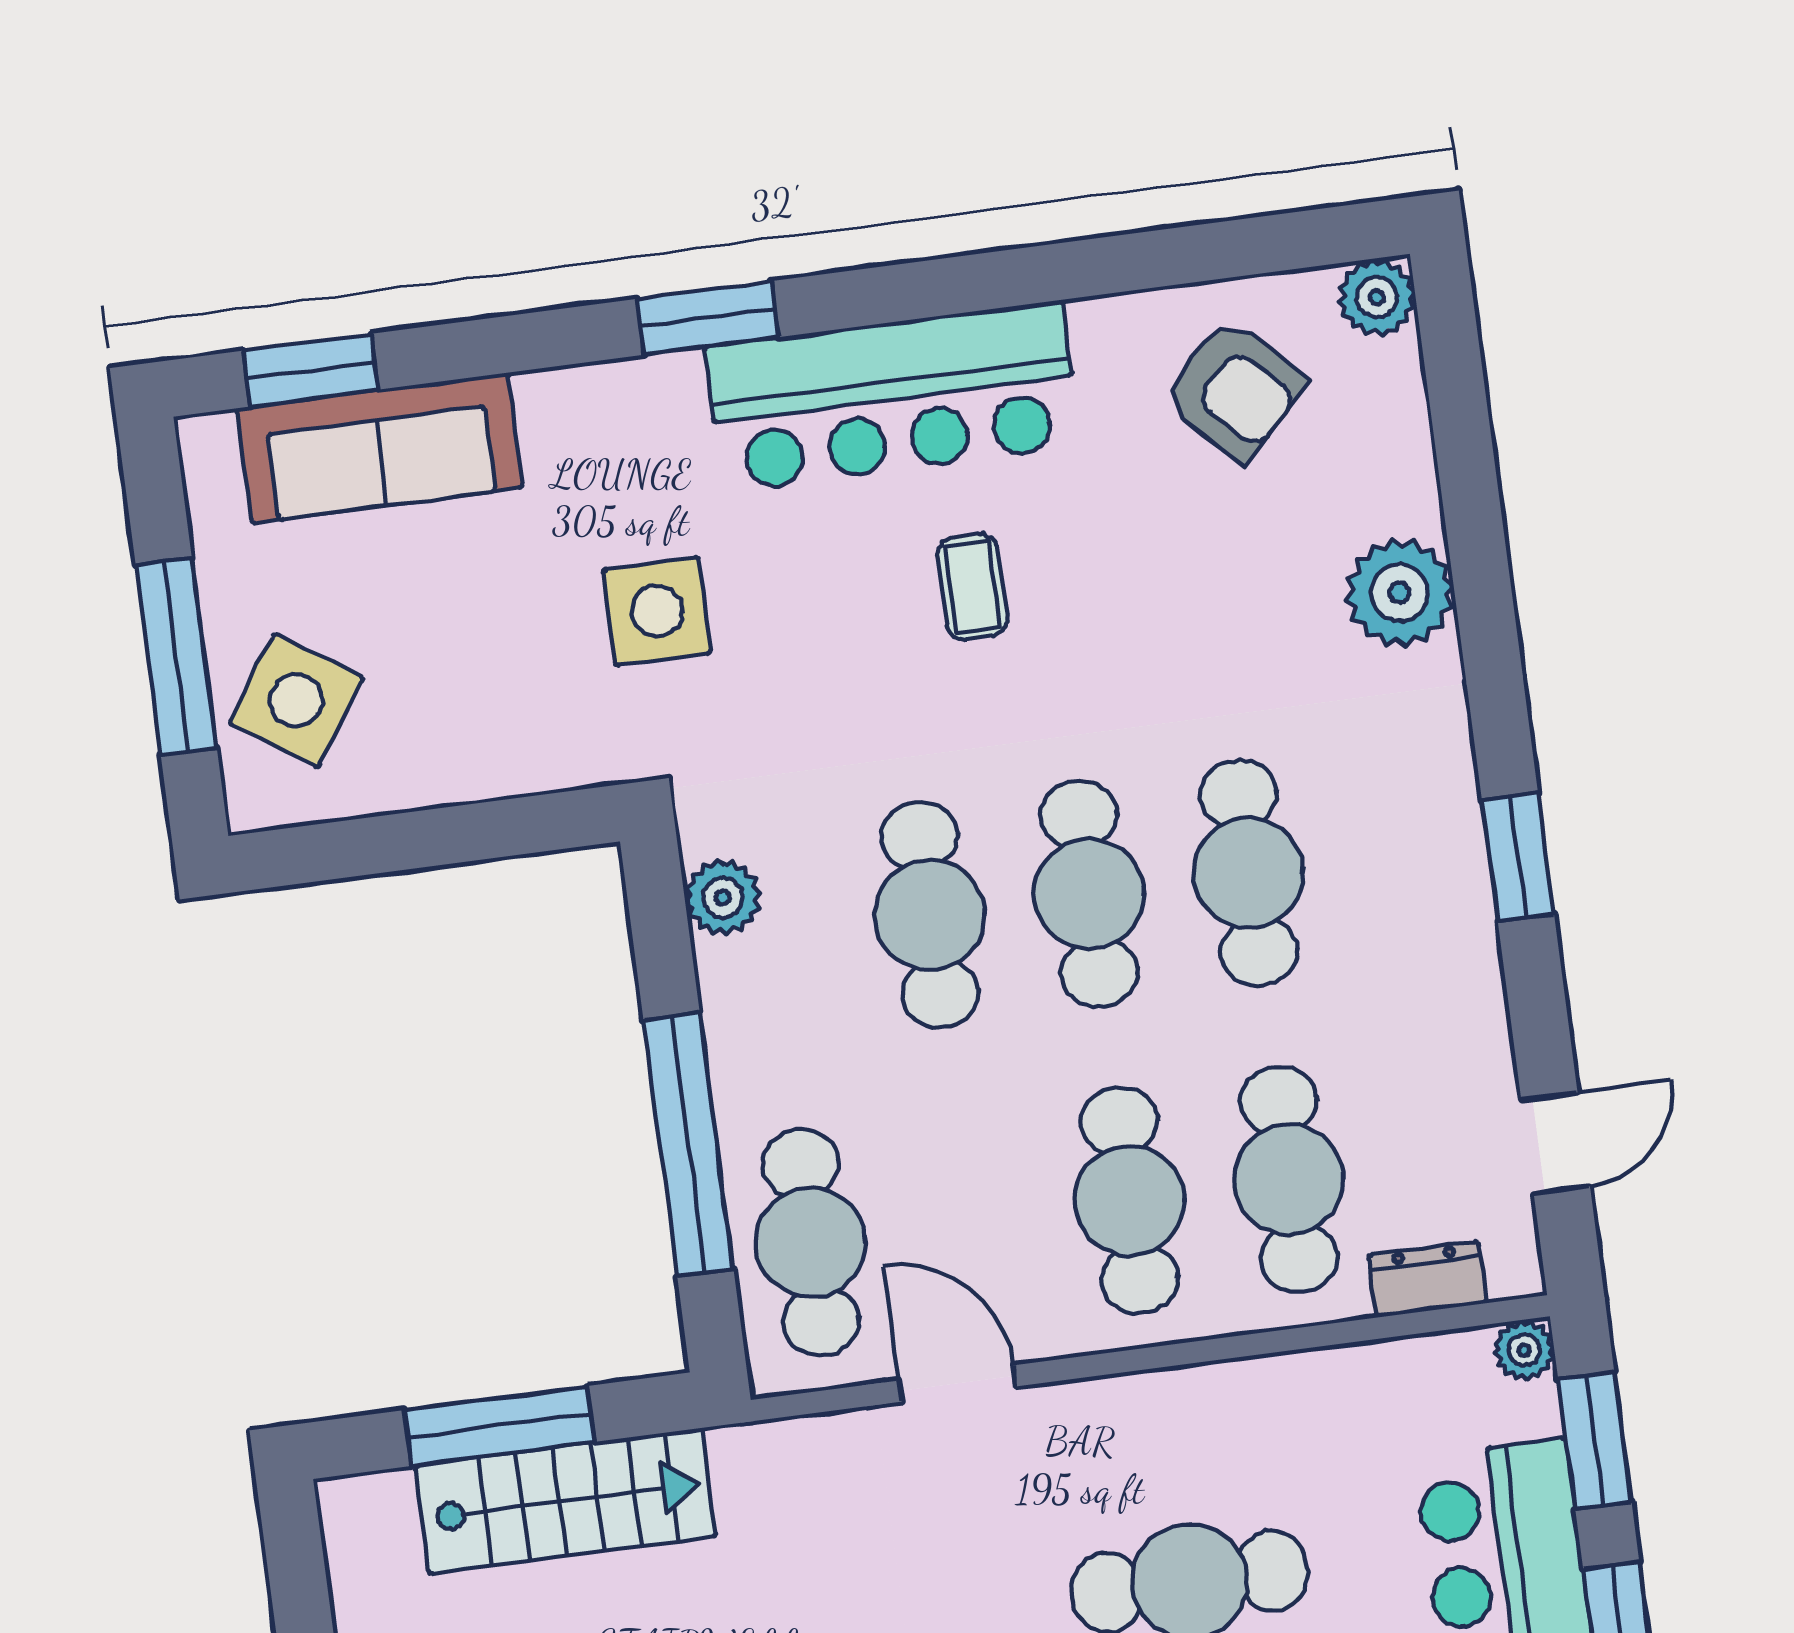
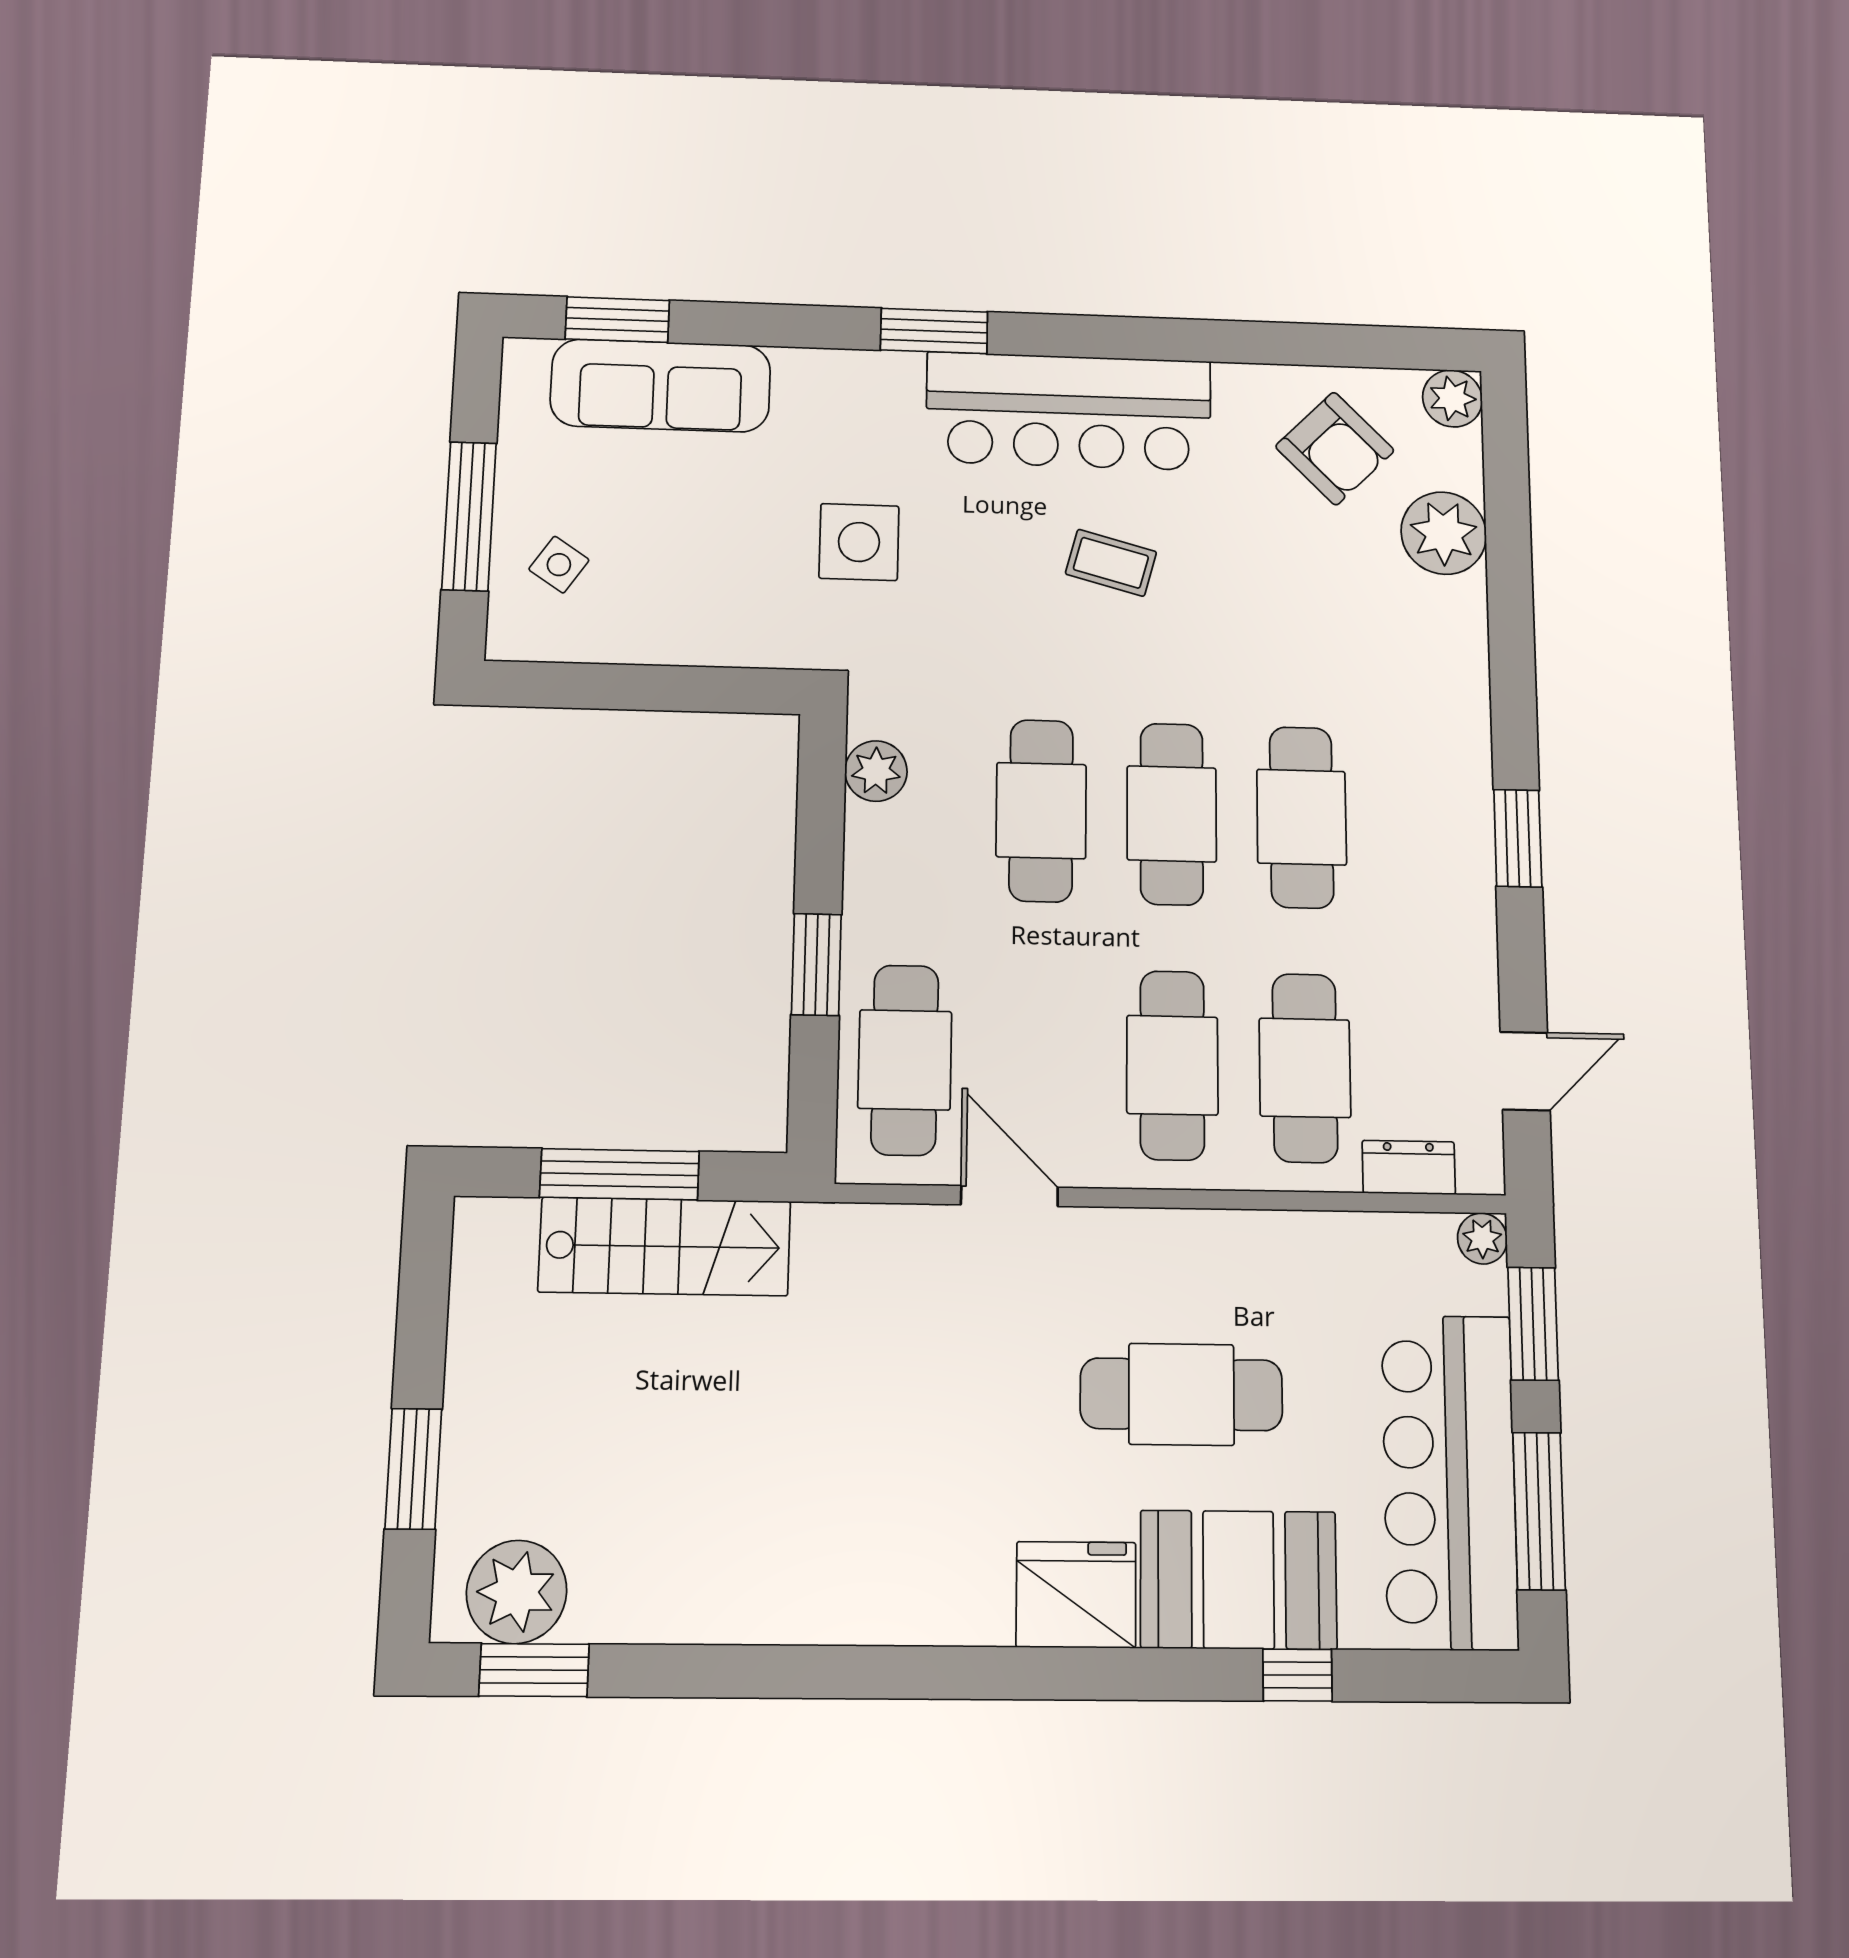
coffee table: (972, 587) -> (1111, 563), turned -75
plant: (1400, 593) -> (1444, 533), moved
side table: (296, 700) -> (559, 565), width x0.54, depth x0.54
window: (688, 1145) -> (816, 964), width x0.47

